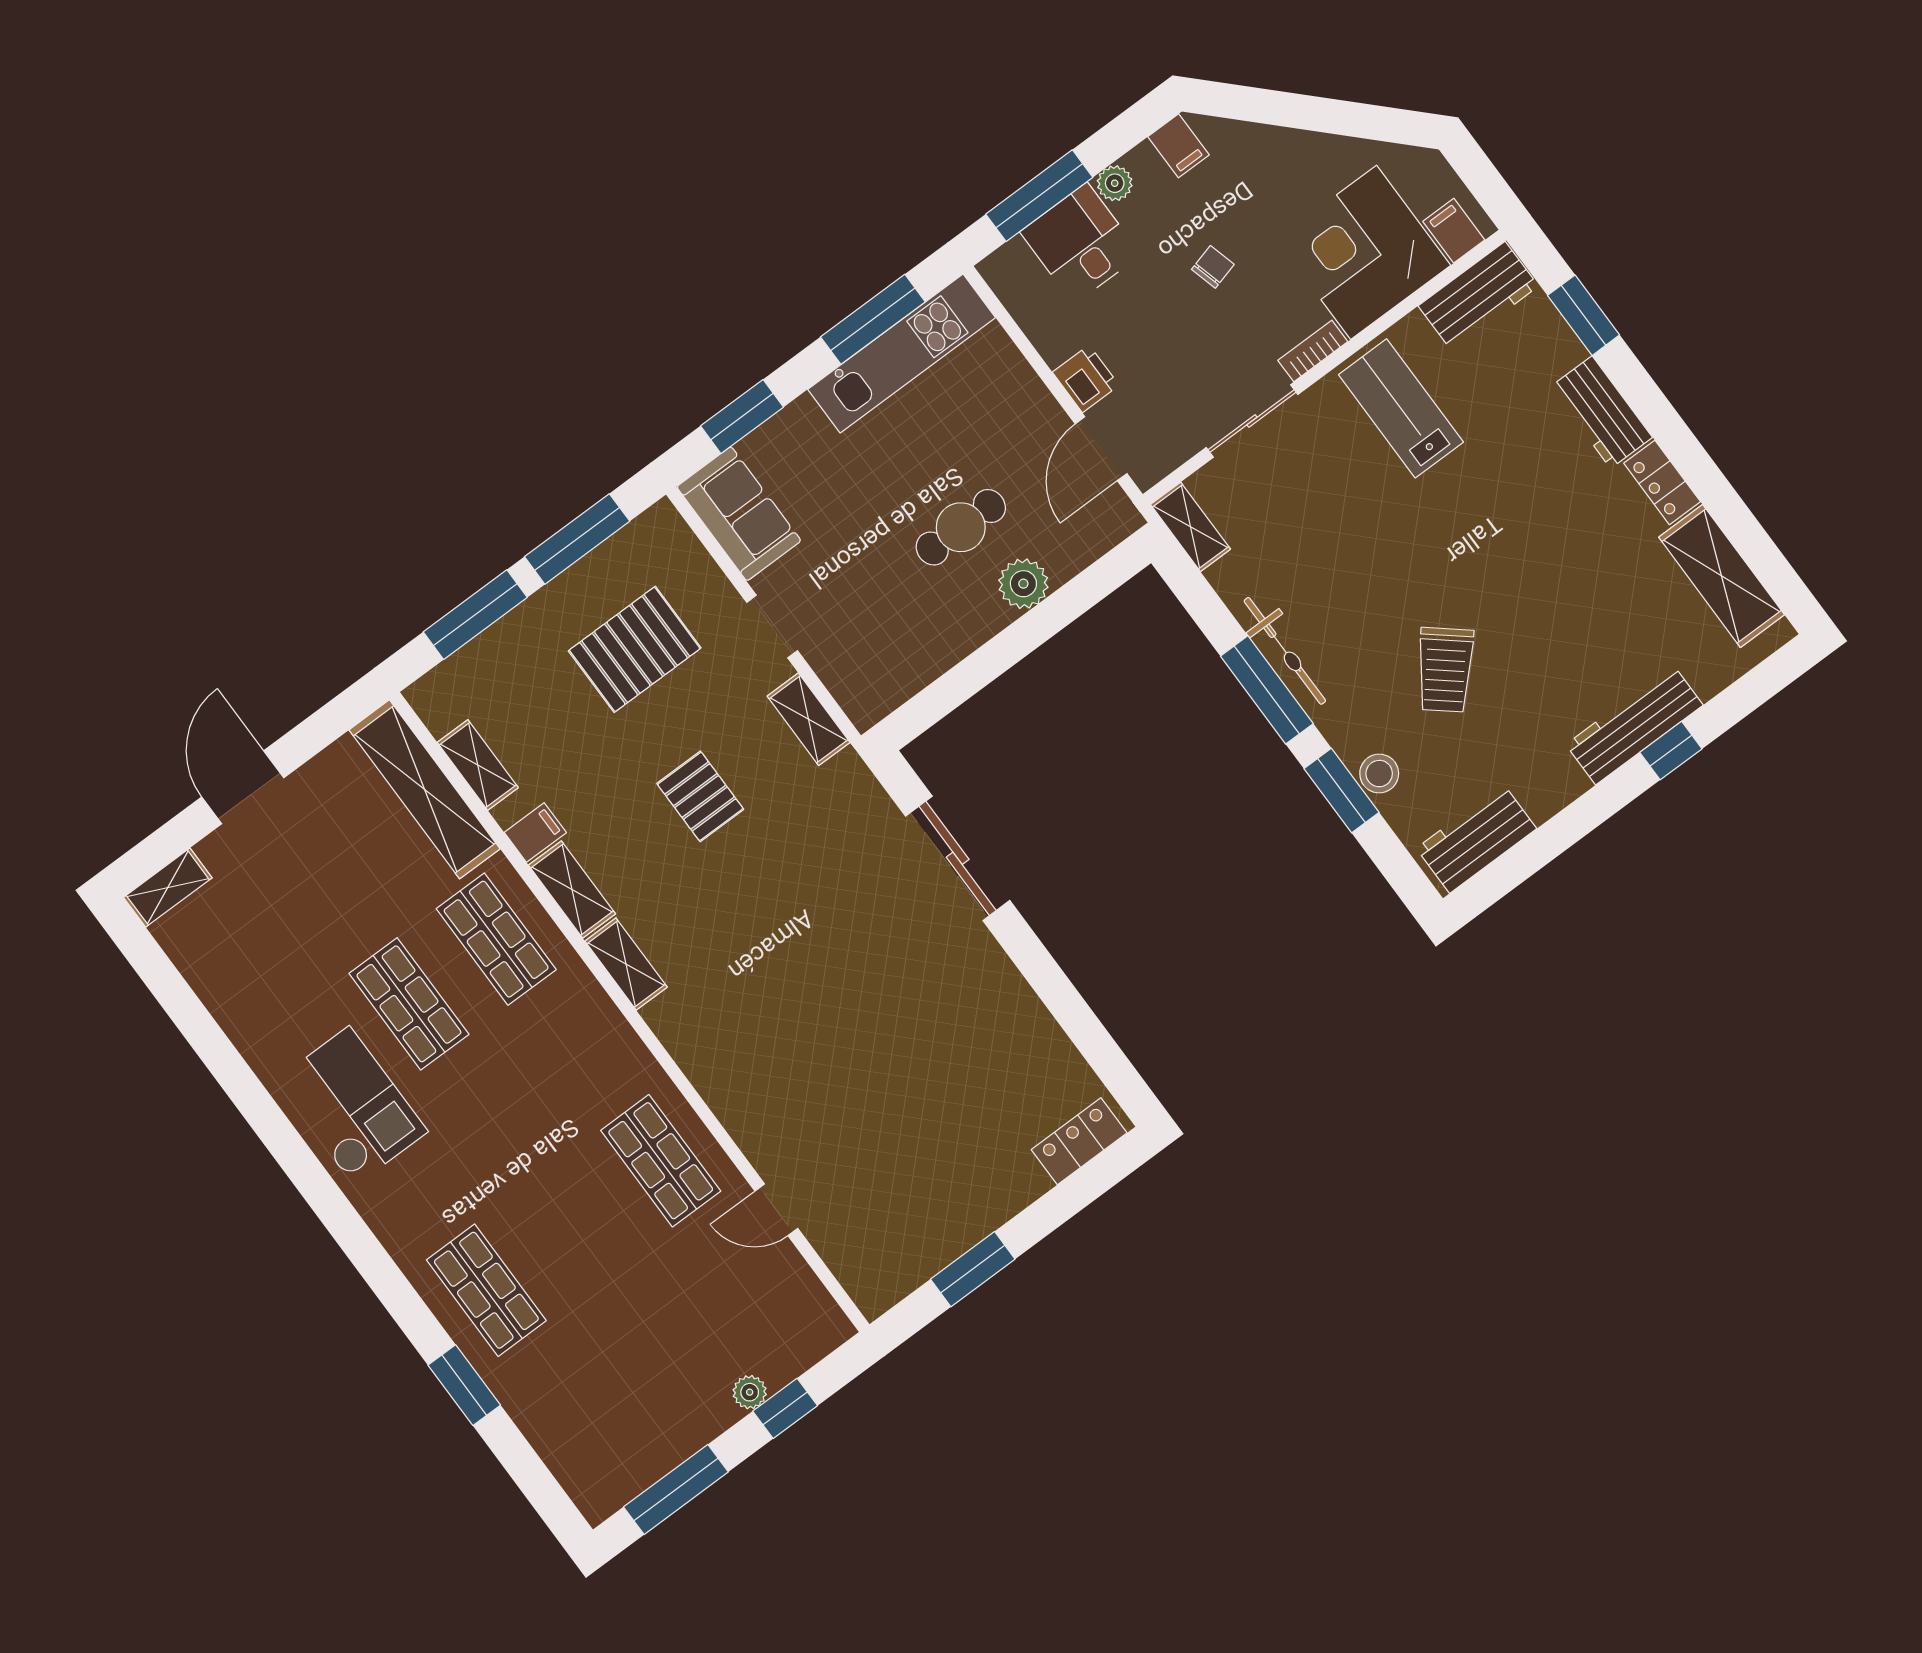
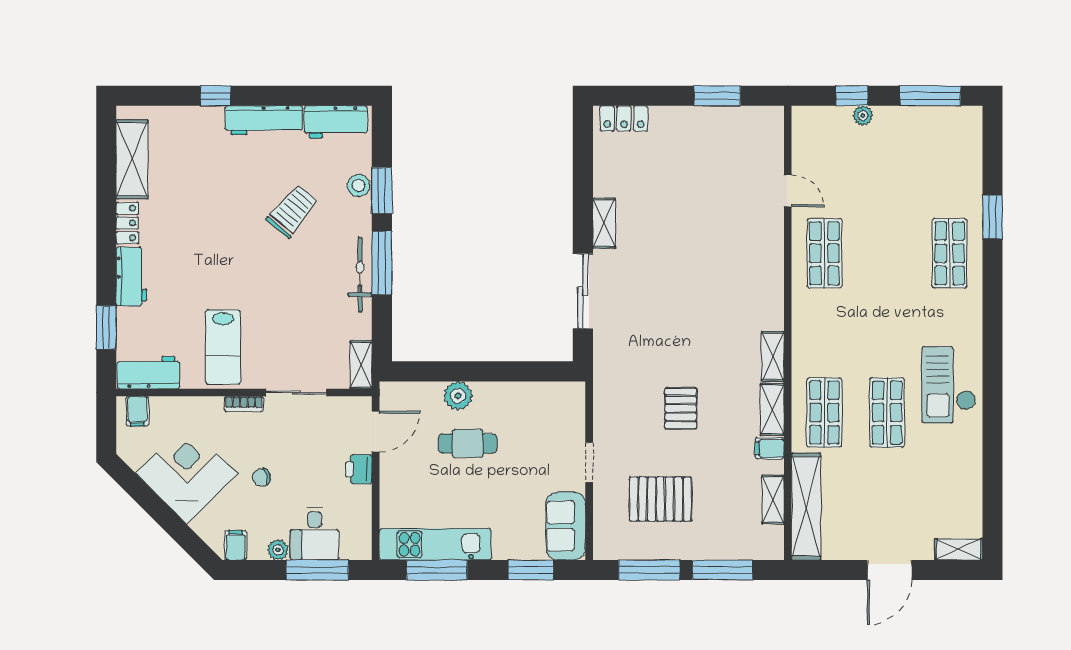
corner desk: (1364, 252) -> (187, 474), moved, turned -135
shelving: (809, 719) -> (604, 223), moved
workbench: (1634, 725) -> (264, 120), moved

